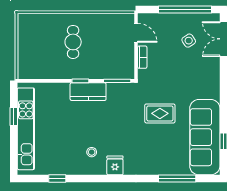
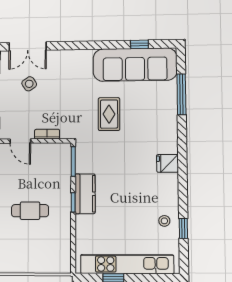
door: (136, 33) -> (20, 141), swing flipped
stool: (92, 152) -> (164, 221), moved

